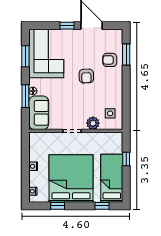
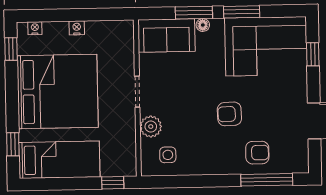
window: (67, 26) -> (313, 54), moved
window: (126, 55) -> (267, 180), width x1.44
window: (25, 56) -> (242, 12), moved
armchair: (110, 60) -> (257, 153), turned 90
window: (126, 159) -> (113, 183), moved
window: (58, 206) -> (11, 49), moved

